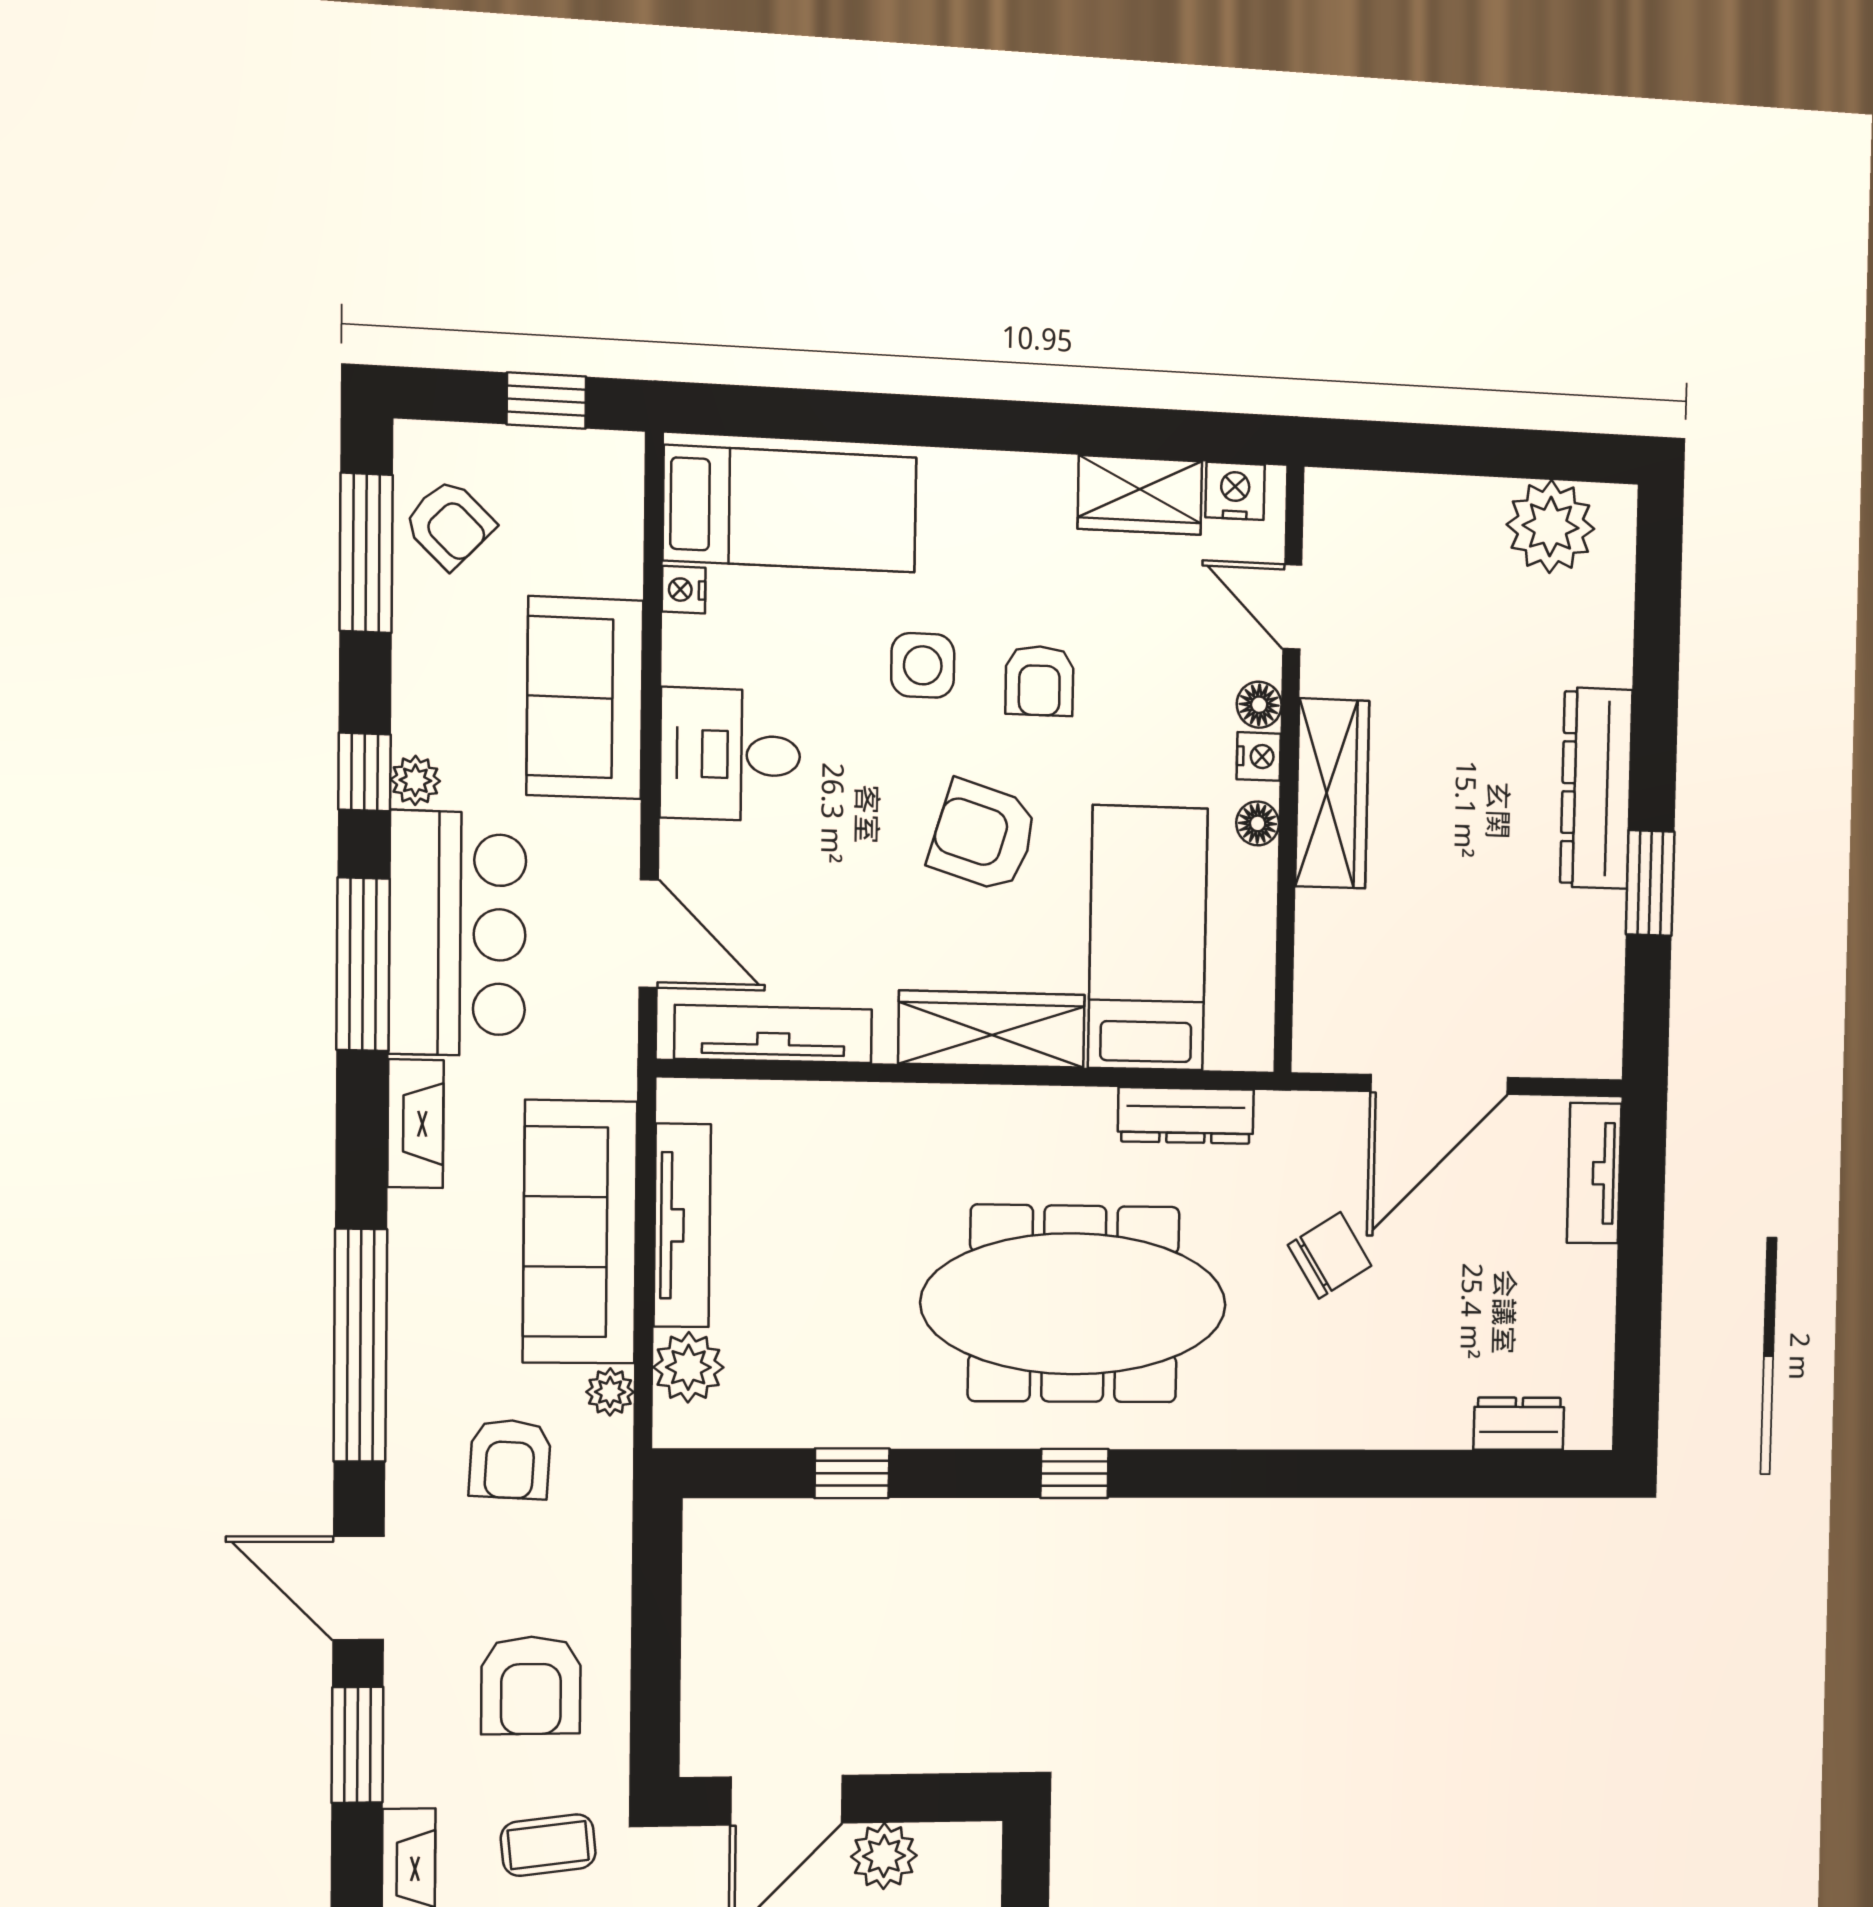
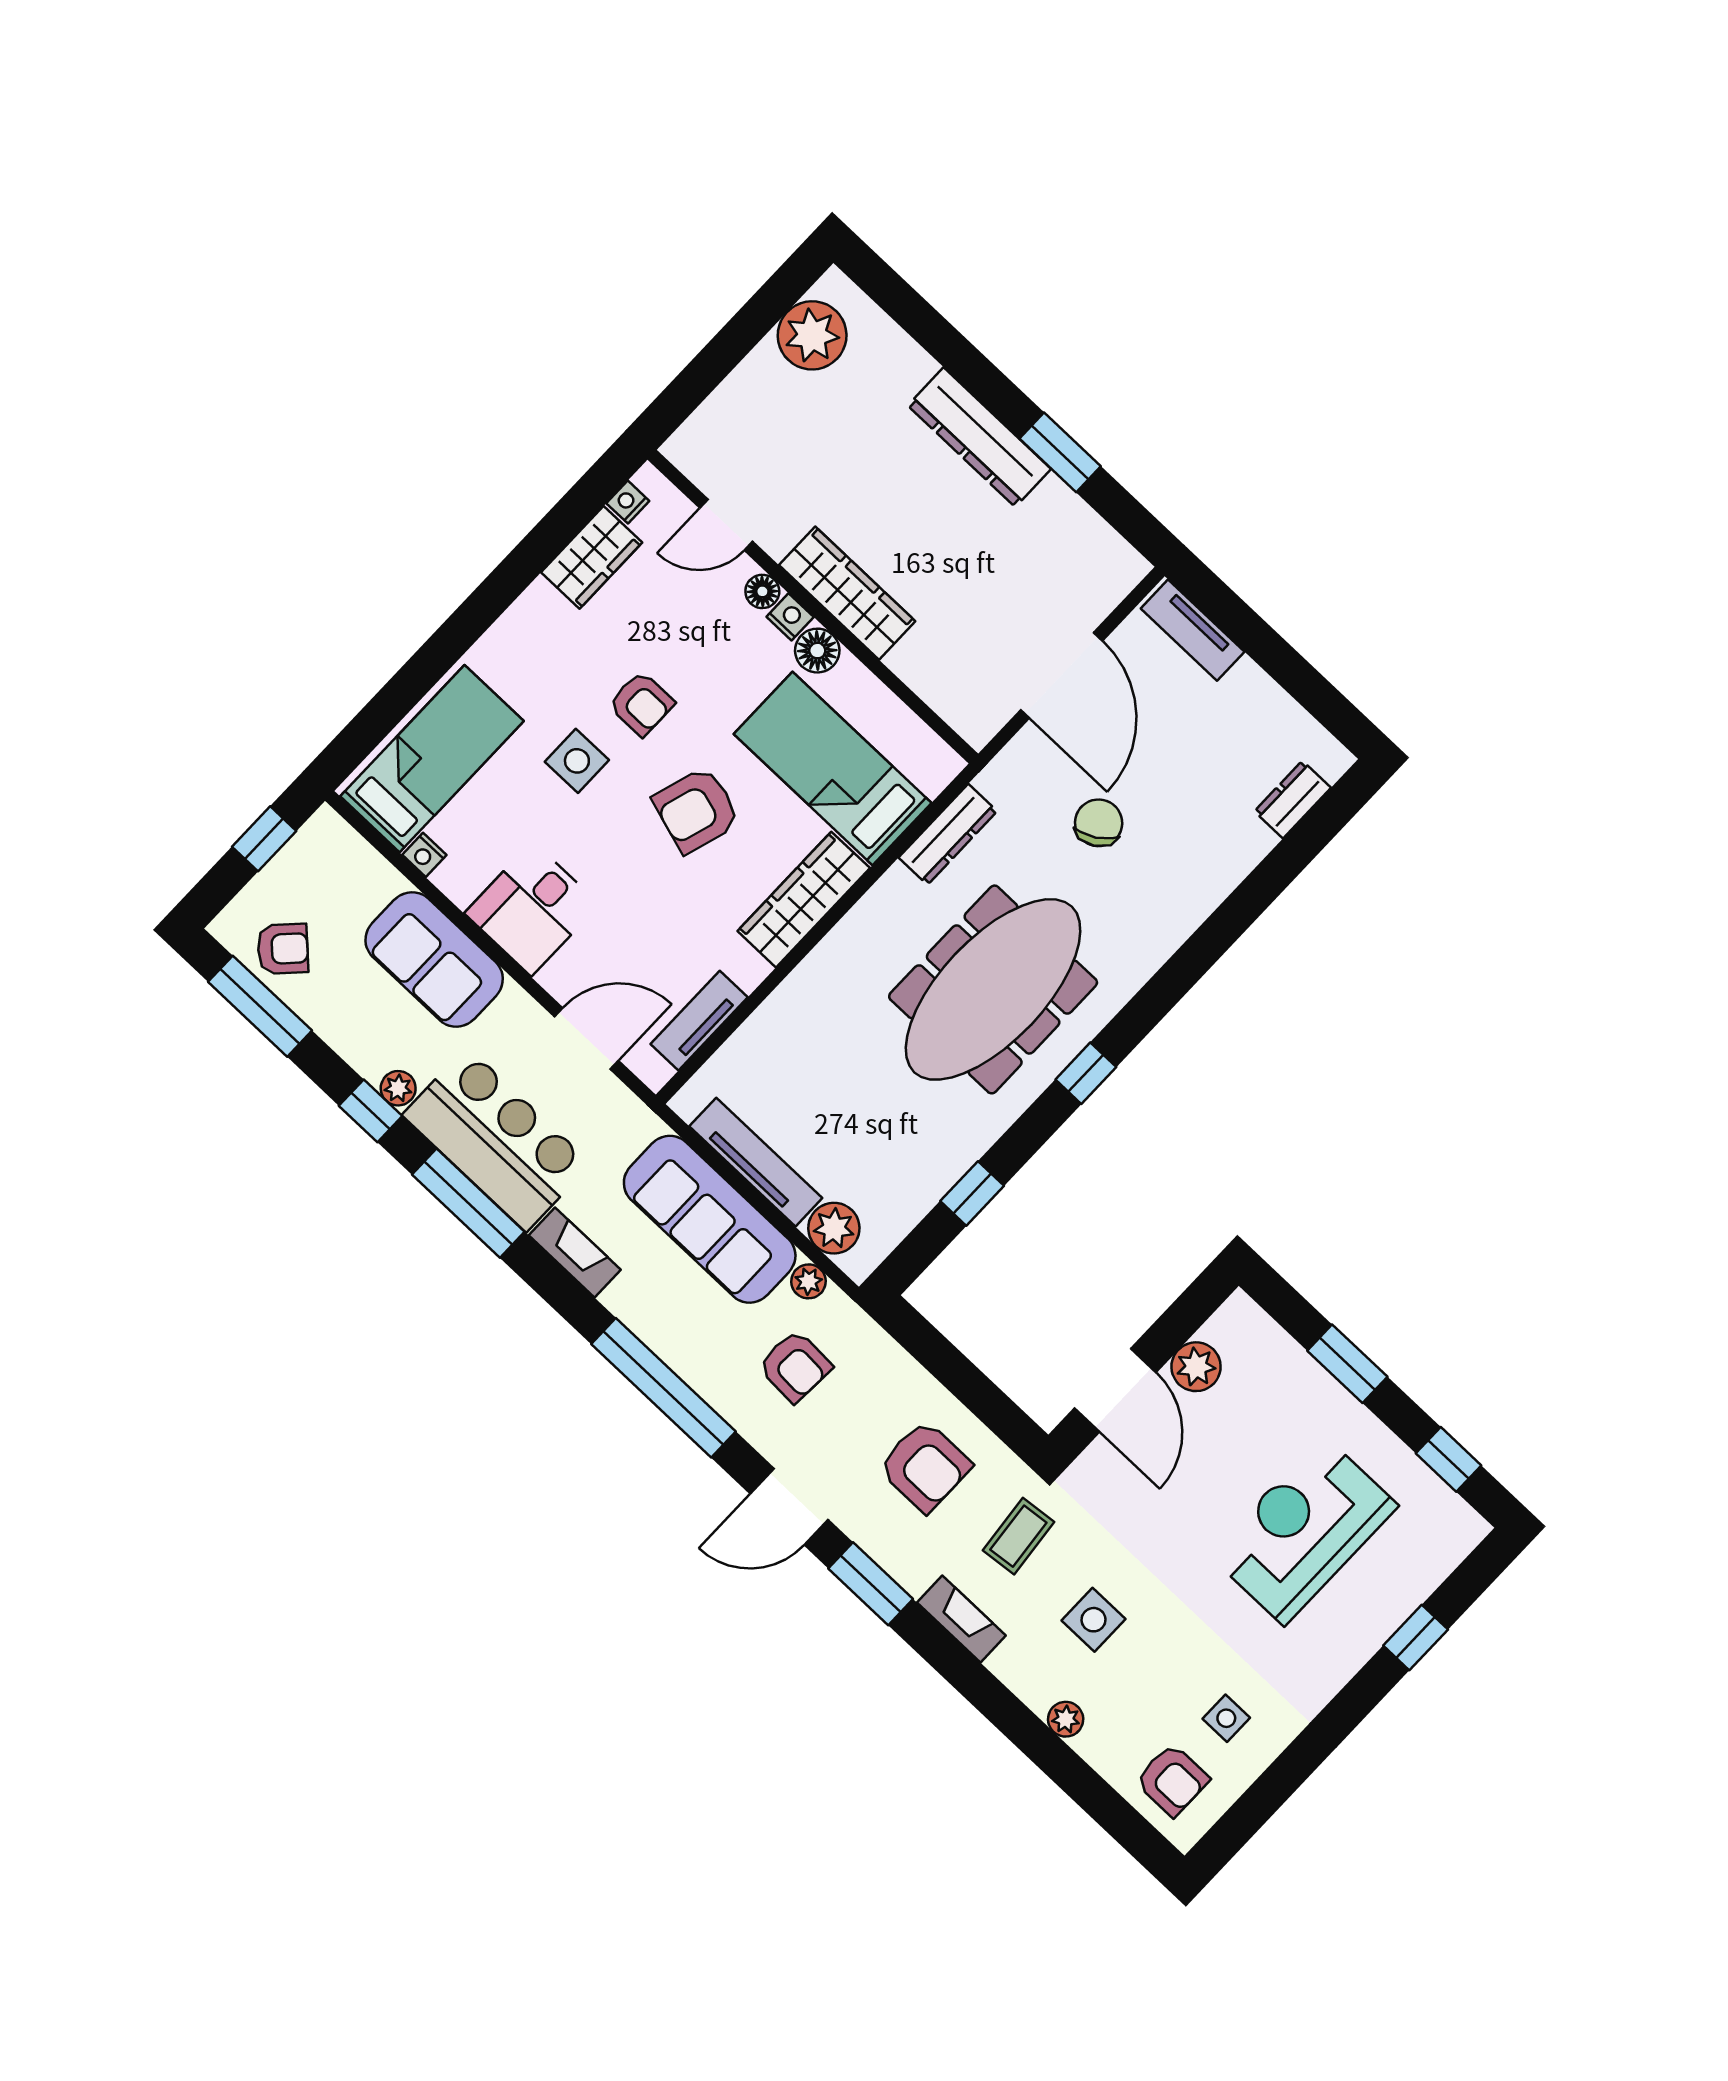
nightstand: (1235, 491) -> (628, 502), width x0.72, depth x0.74
floor lamp: (1258, 823) -> (817, 651), width x1.37, depth x1.37
tv unit: (773, 1034) -> (699, 1021), width x0.71

